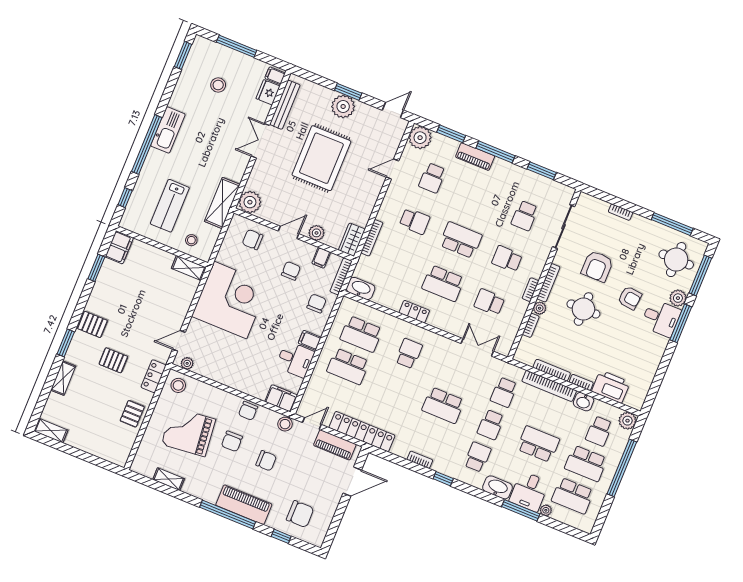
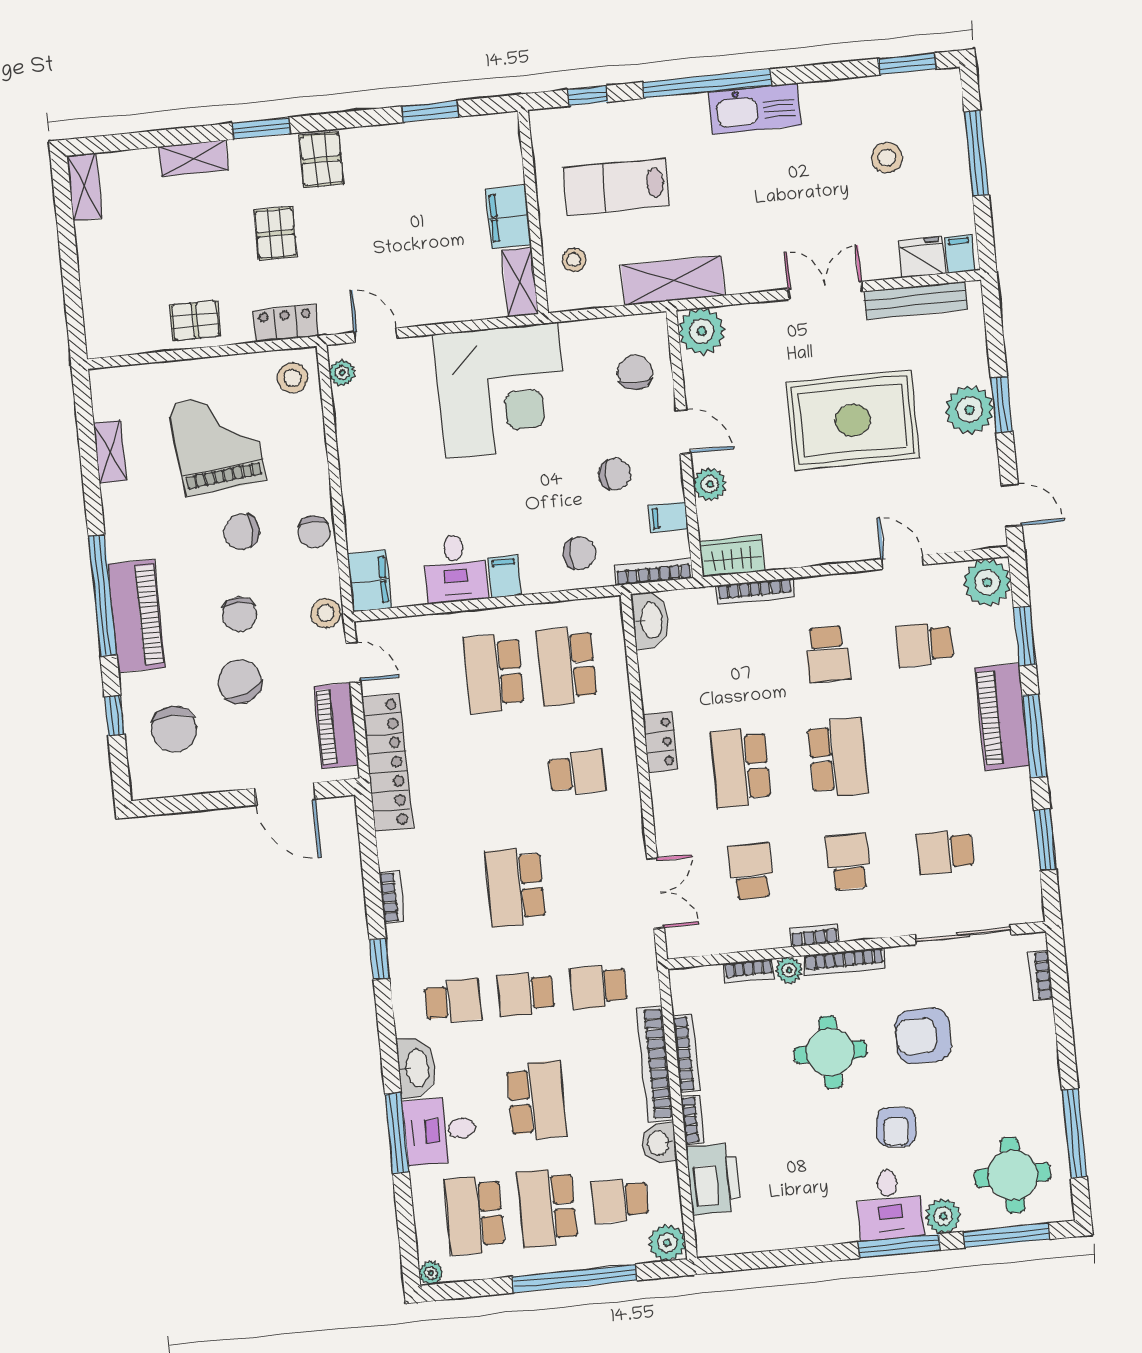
piano: (475, 156) -> (1002, 717), width x1.37, depth x1.33
bookcase: (621, 212) -> (1041, 976), moved
filing cabinet: (119, 247) -> (508, 217), moved, turned 90
chair: (248, 411) -> (314, 532), turned -90
chair: (295, 476) -> (240, 681), added
plant: (546, 510) -> (431, 1273), moved

